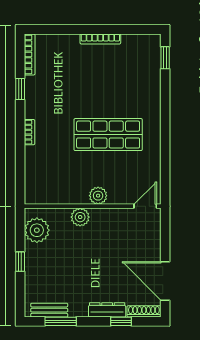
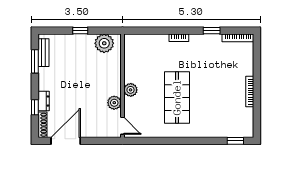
plant: (80, 217) -> (114, 103), moved
dresser: (107, 310) -> (44, 101), width x0.70

